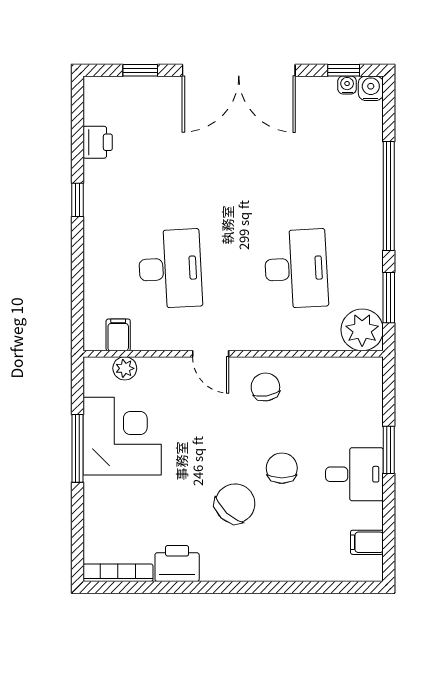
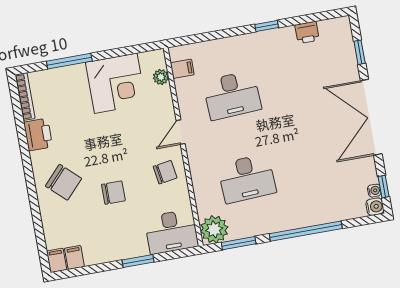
window: (77, 448) -> (69, 61), moved
desk: (354, 474) -> (171, 232), moved, width x1.37
chair: (235, 504) -> (64, 182), moved
filing cabinet: (367, 569) -> (57, 260), added

